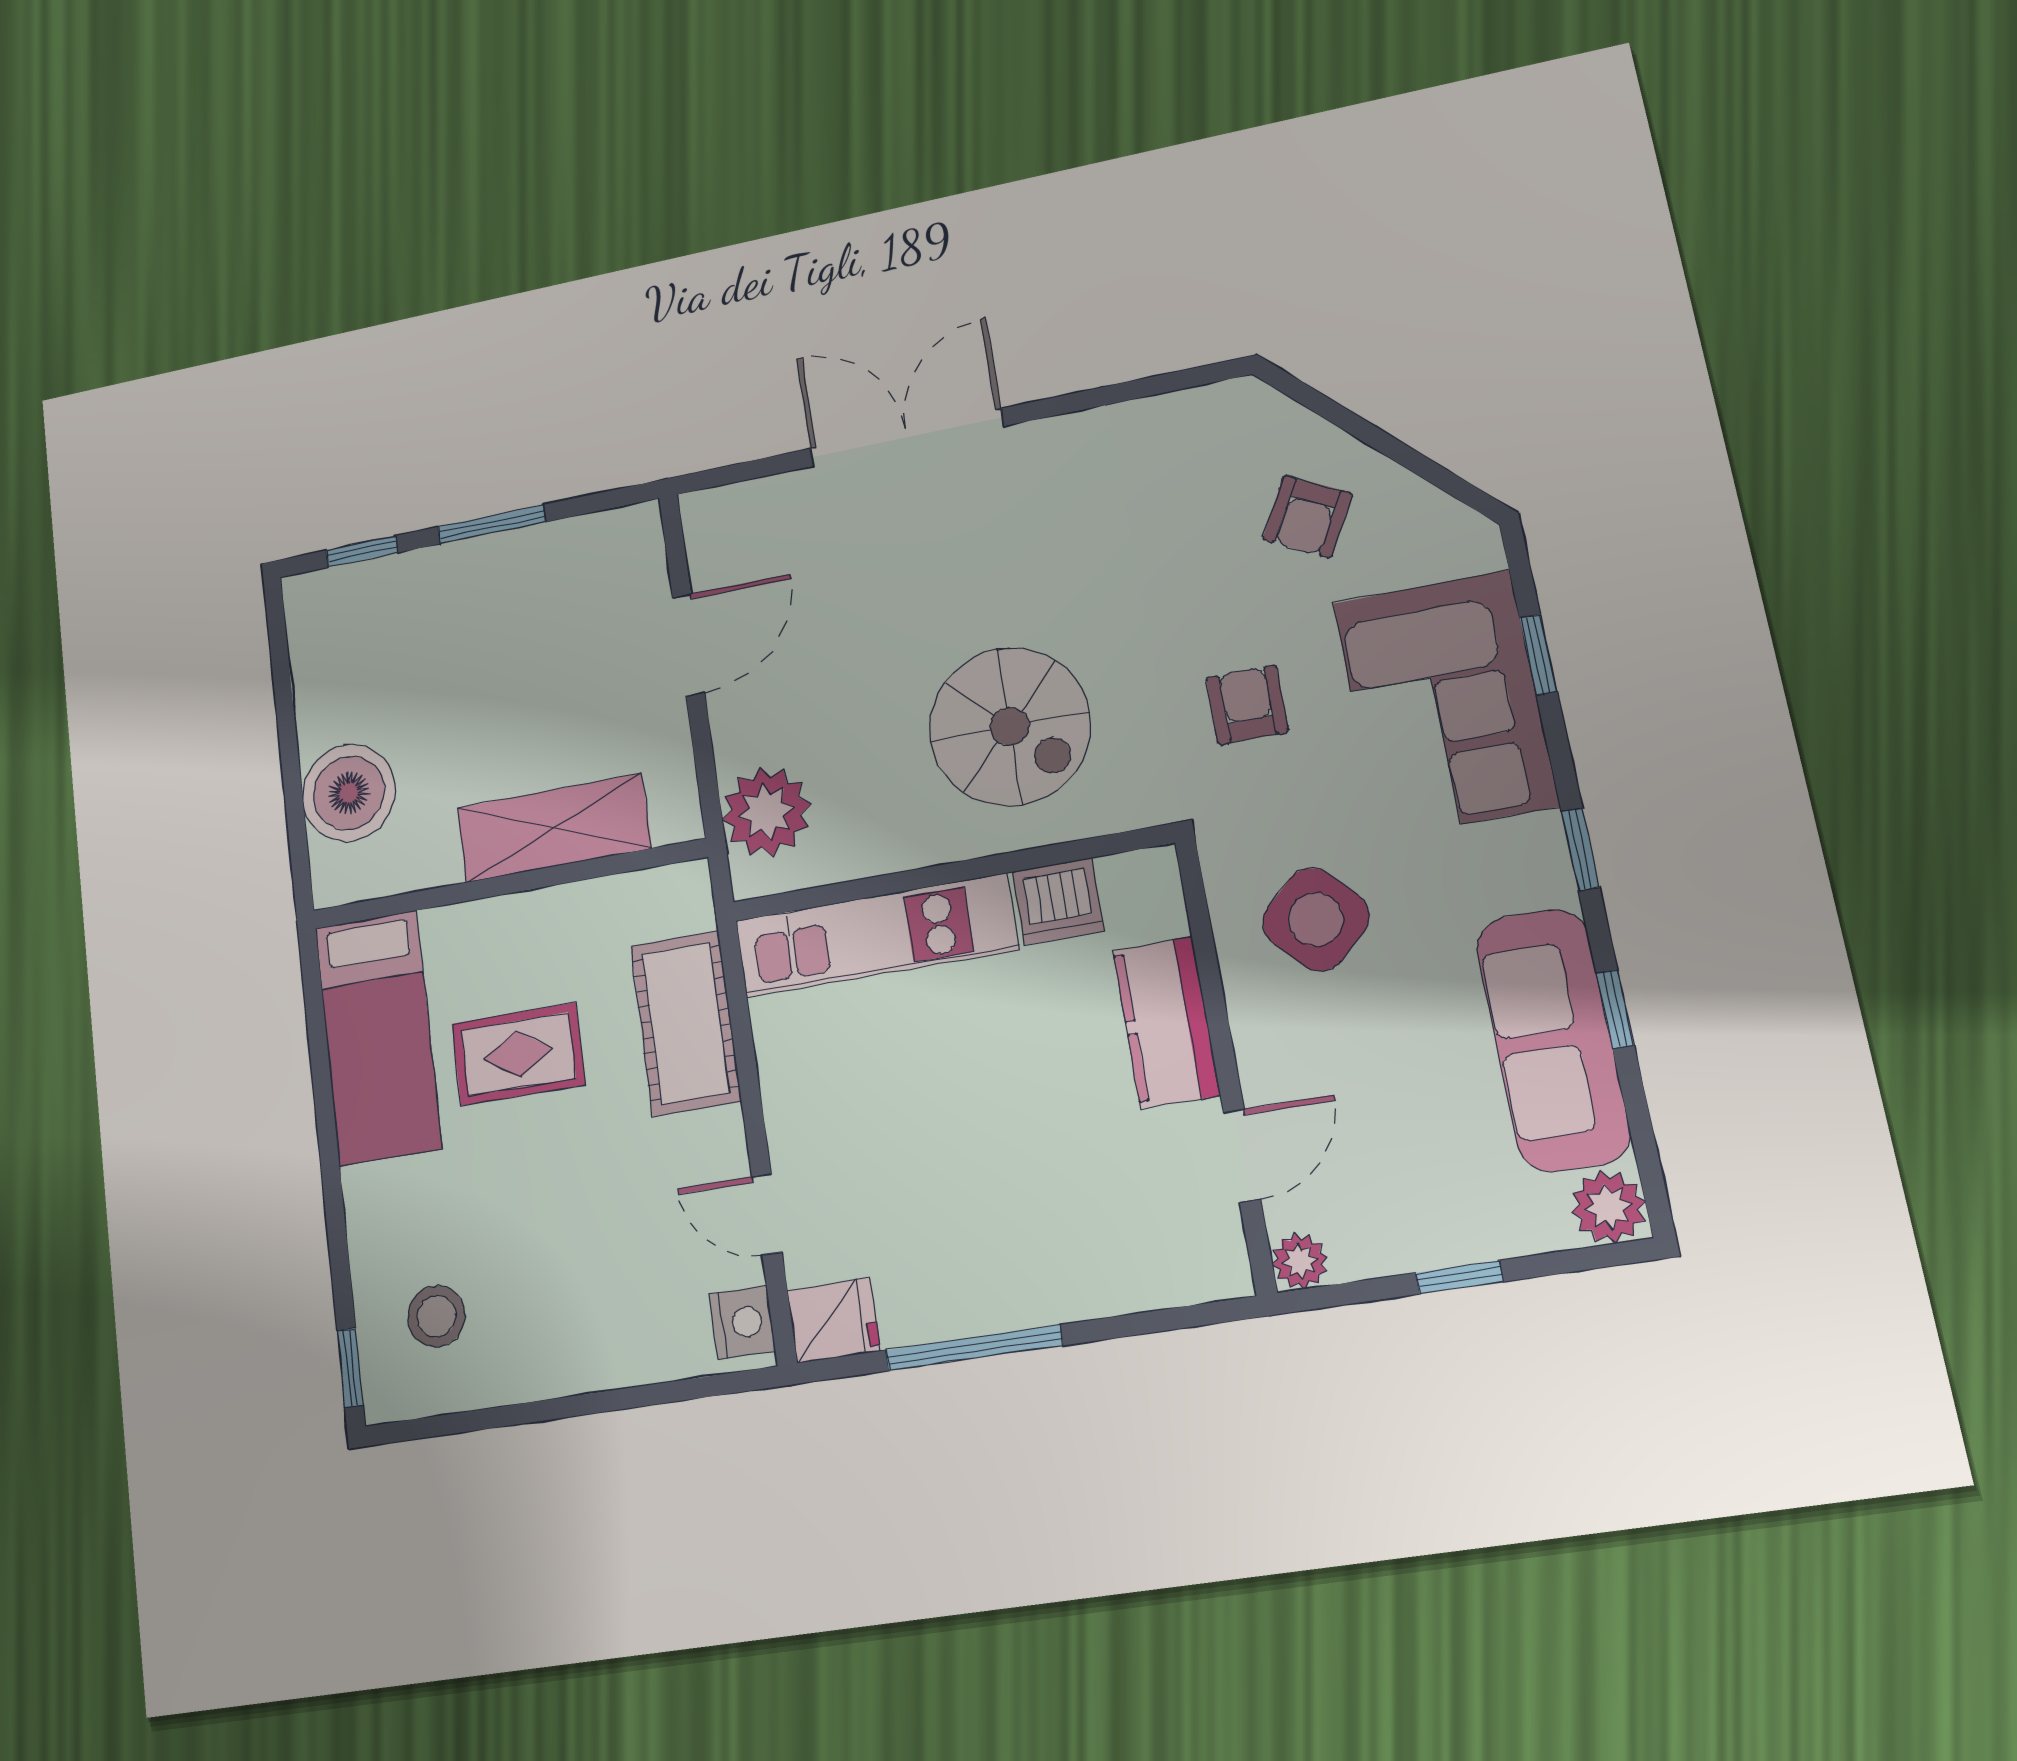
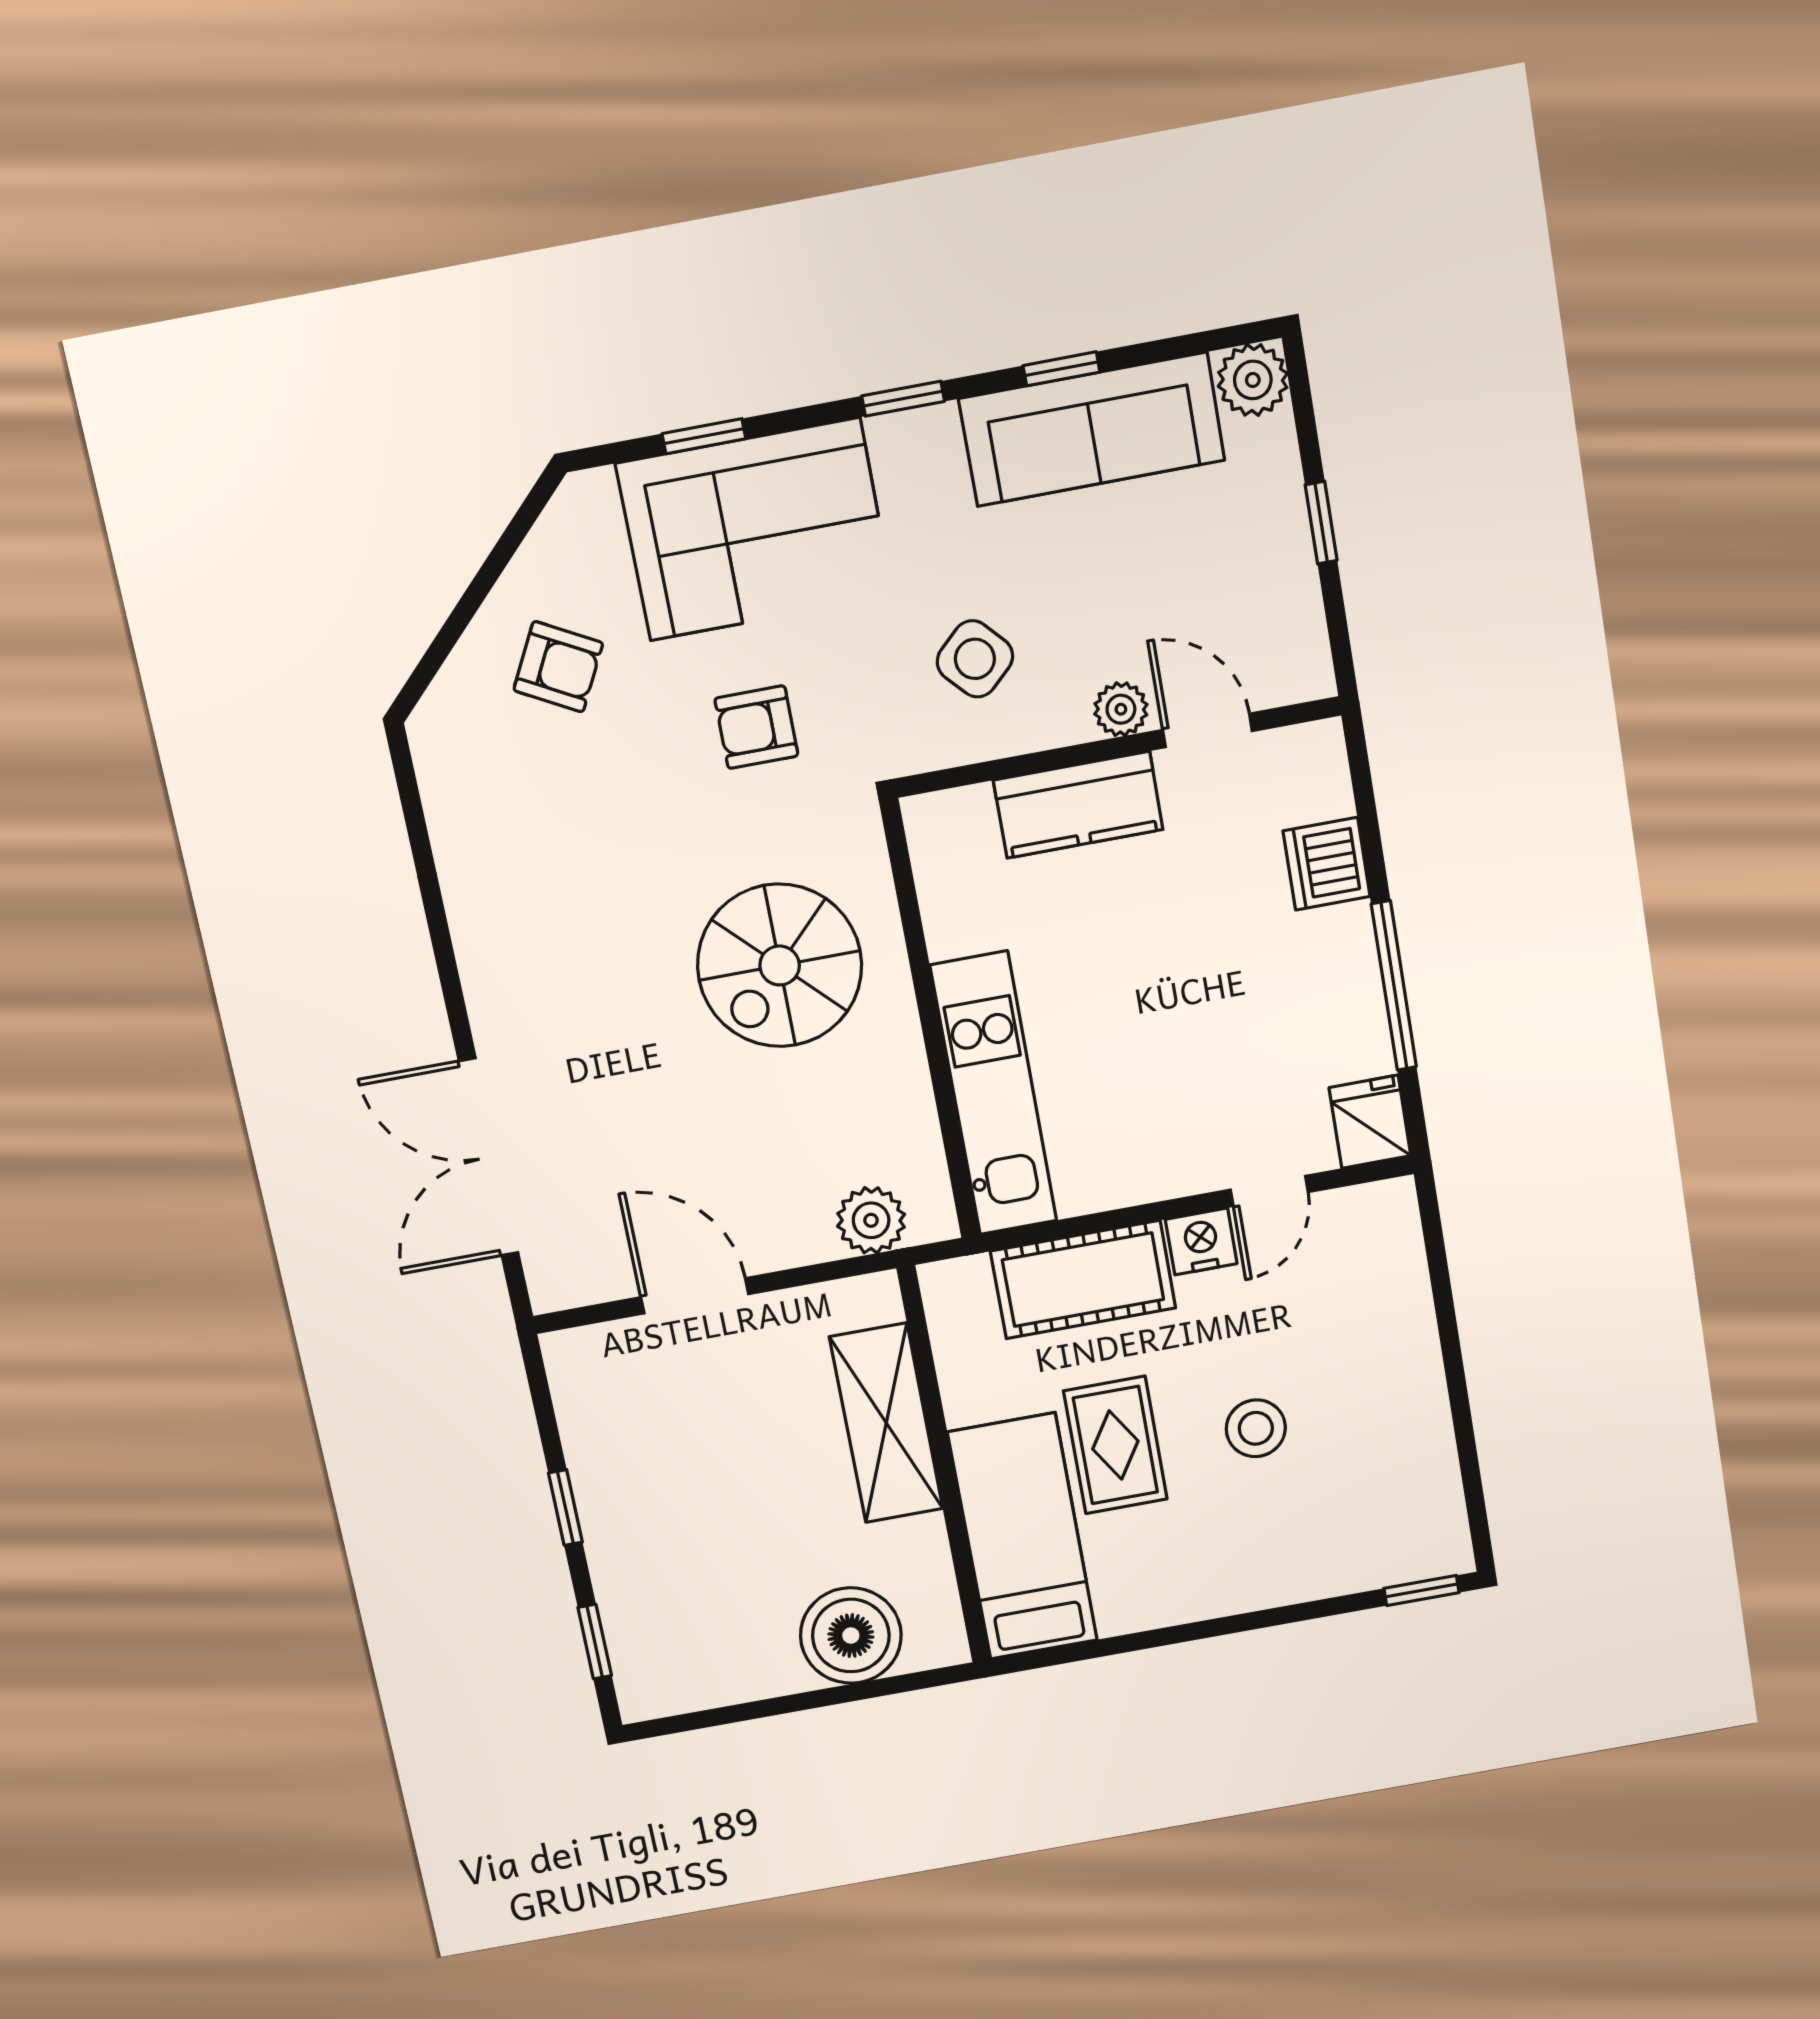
double door: (906, 437) -> (489, 1157), moved
window: (492, 524) -> (565, 1508), width x0.67
spiral stairs: (1010, 726) -> (780, 965), turned 180
plant: (766, 812) -> (871, 1220), width x0.73, depth x0.73
dishwasher: (1058, 901) -> (1326, 864), moved, turned 180
side table: (1316, 919) -> (975, 659), width x0.73, depth x0.73
bed: (378, 1037) -> (1023, 1537), moved, turned -90
plant: (1300, 1261) -> (1121, 709), moved
stool: (436, 1316) -> (1256, 1428), moved
nightstand: (742, 1323) -> (1201, 1241), moved

